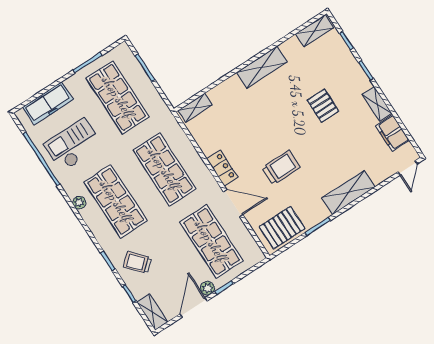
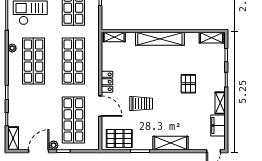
shelving: (262, 67) -> (160, 39), width x1.47
trolley: (137, 262) -> (23, 104), removed

